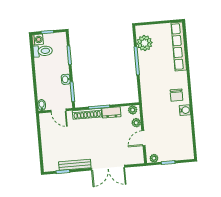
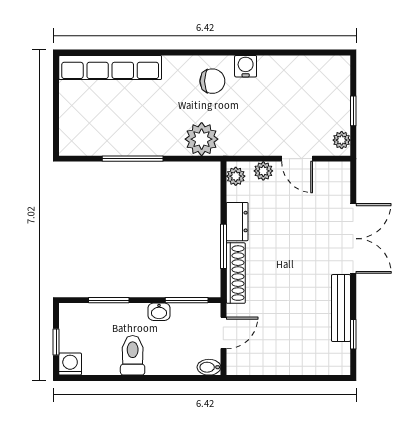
plant: (145, 43) -> (202, 139), moved
toilet: (43, 51) -> (133, 355), moved

